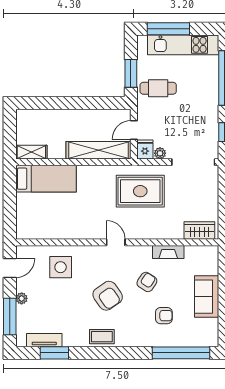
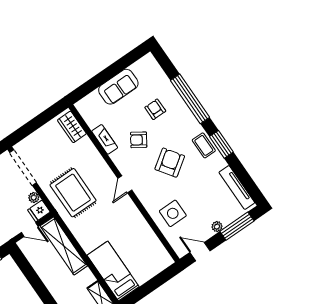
tv unit: (44, 340) -> (237, 187), width x1.41
window: (54, 353) -> (221, 144), moved
window: (181, 353) -> (190, 99), moved

